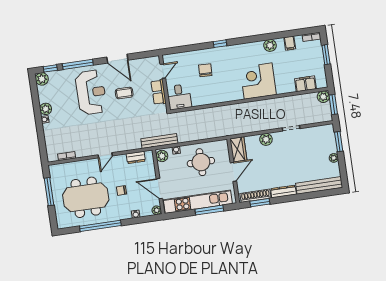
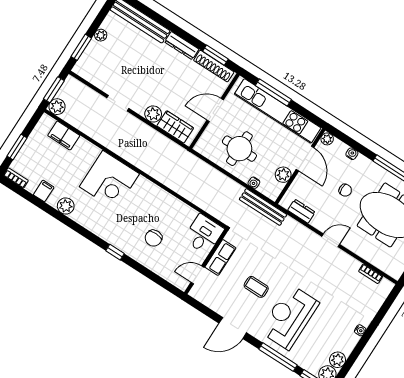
door: (117, 59) -> (233, 328), swing flipped
plant: (46, 109) -> (338, 360), moved
wardrobe: (238, 149) -> (175, 127), moved, turned 90
plant: (162, 156) -> (283, 175), moved

